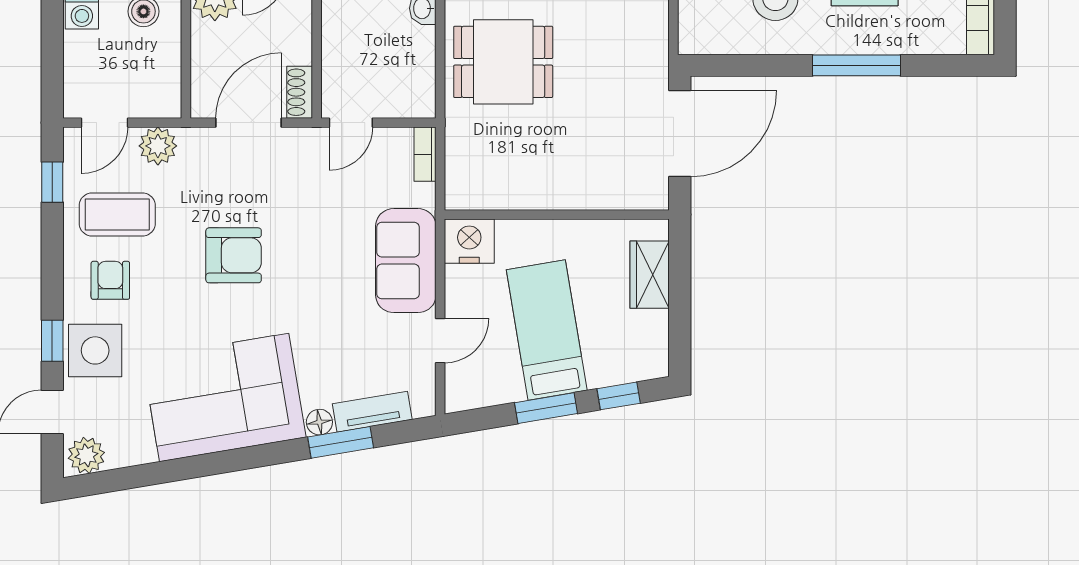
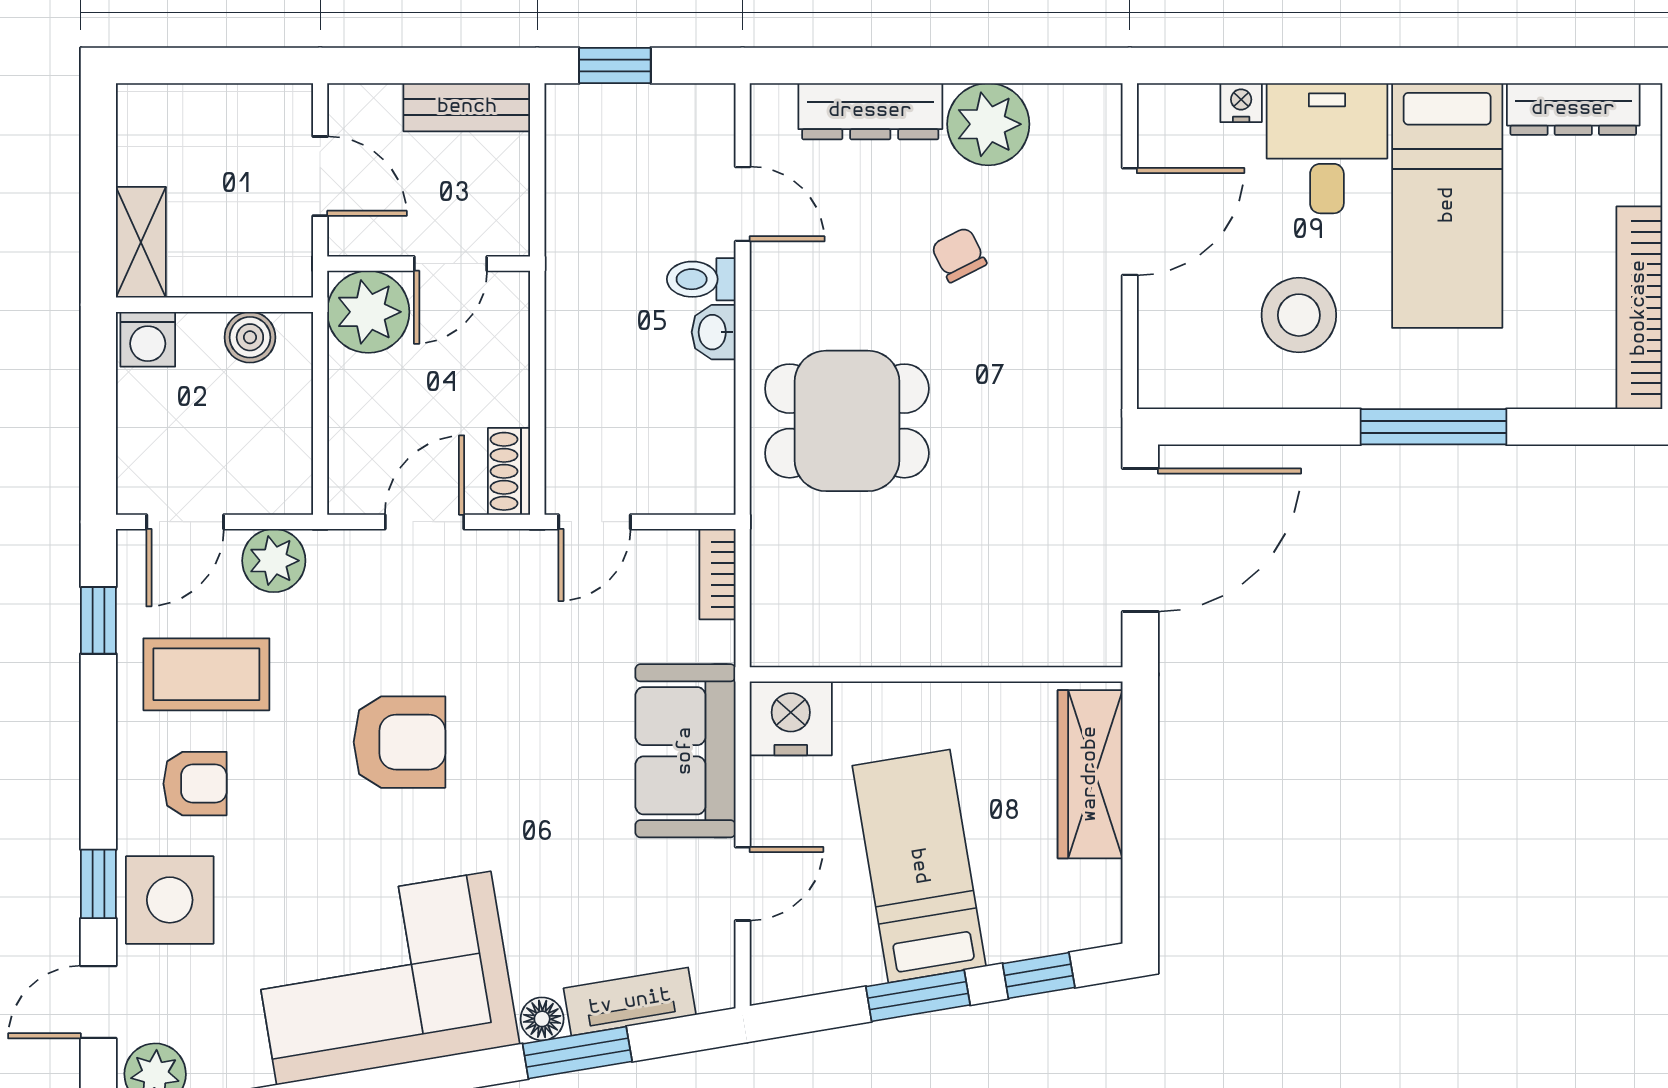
door: (249, 123) -> (424, 522), width x0.73
wardrobe: (650, 275) -> (1090, 774), width x1.50
armchair: (110, 280) -> (195, 784), turned 90

